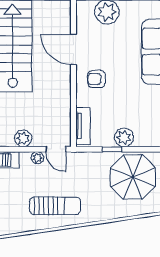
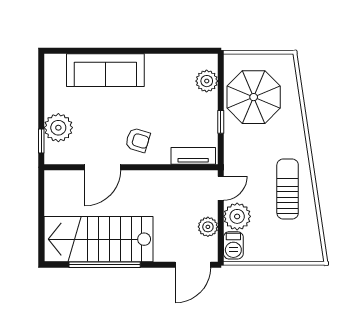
armchair: (96, 79) -> (138, 140), turned -73
plant: (124, 137) -> (207, 81), moved
plant: (37, 158) -> (237, 216), width x1.87, depth x1.87

